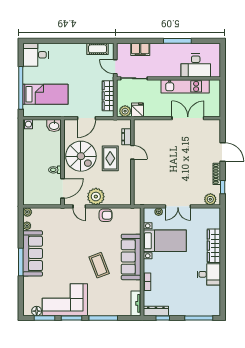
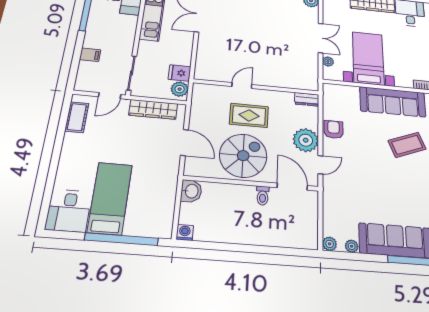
filing cabinet: (140, 49) -> (90, 55), width x0.50
bed: (45, 94) -> (110, 198), moved
dresser: (127, 137) -> (307, 99), moved

